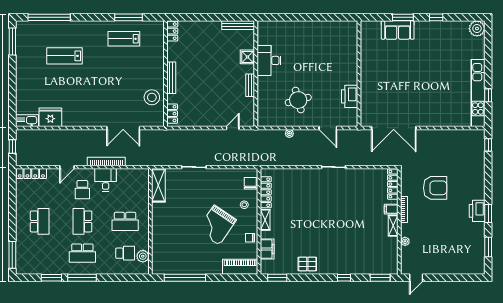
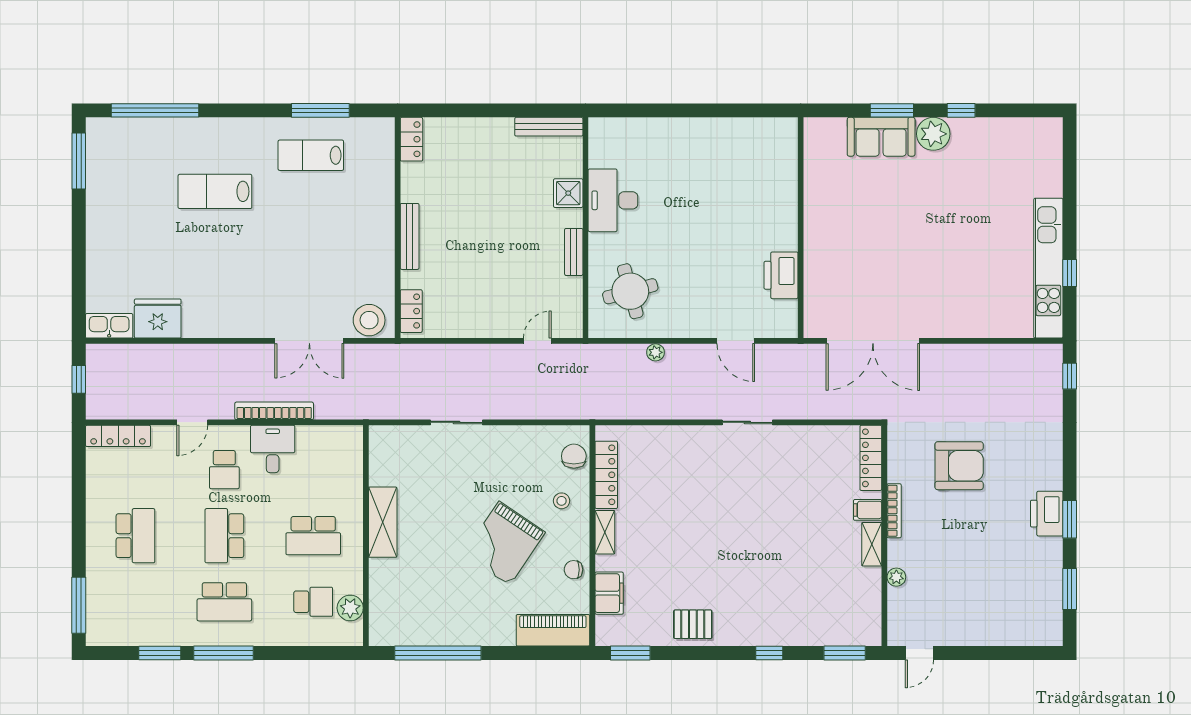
plant: (477, 29) -> (933, 134), moved
lab bench: (64, 56) -> (215, 191), moved
stool: (152, 97) -> (369, 320), moved
round table: (298, 100) -> (630, 291), moved
shelving: (158, 185) -> (383, 522), moved

